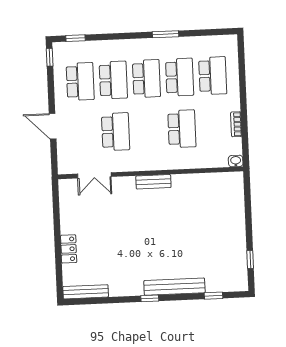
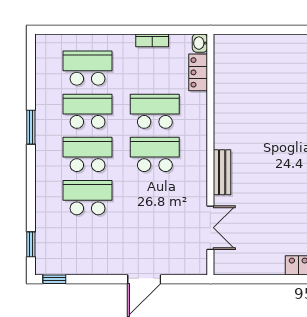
school desk: (80, 81) -> (88, 241), removed
school desk: (116, 132) -> (155, 154), moved
locker: (213, 161) -> (198, 72), added
bench: (153, 182) -> (222, 172), moved

